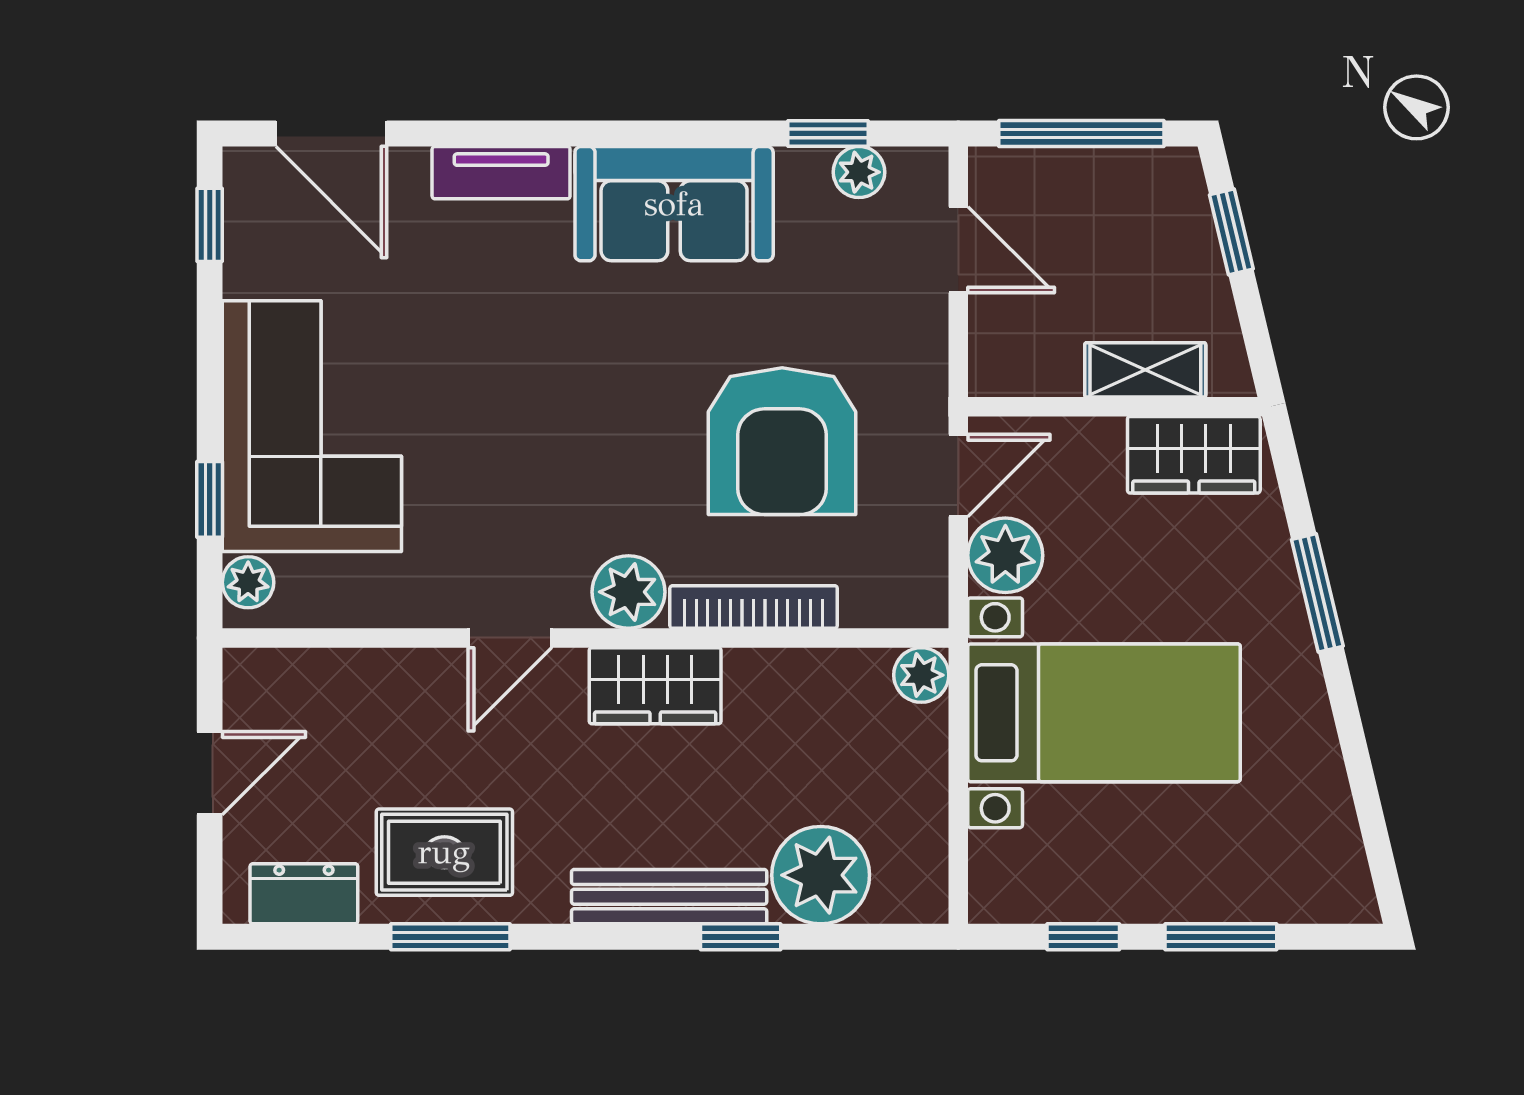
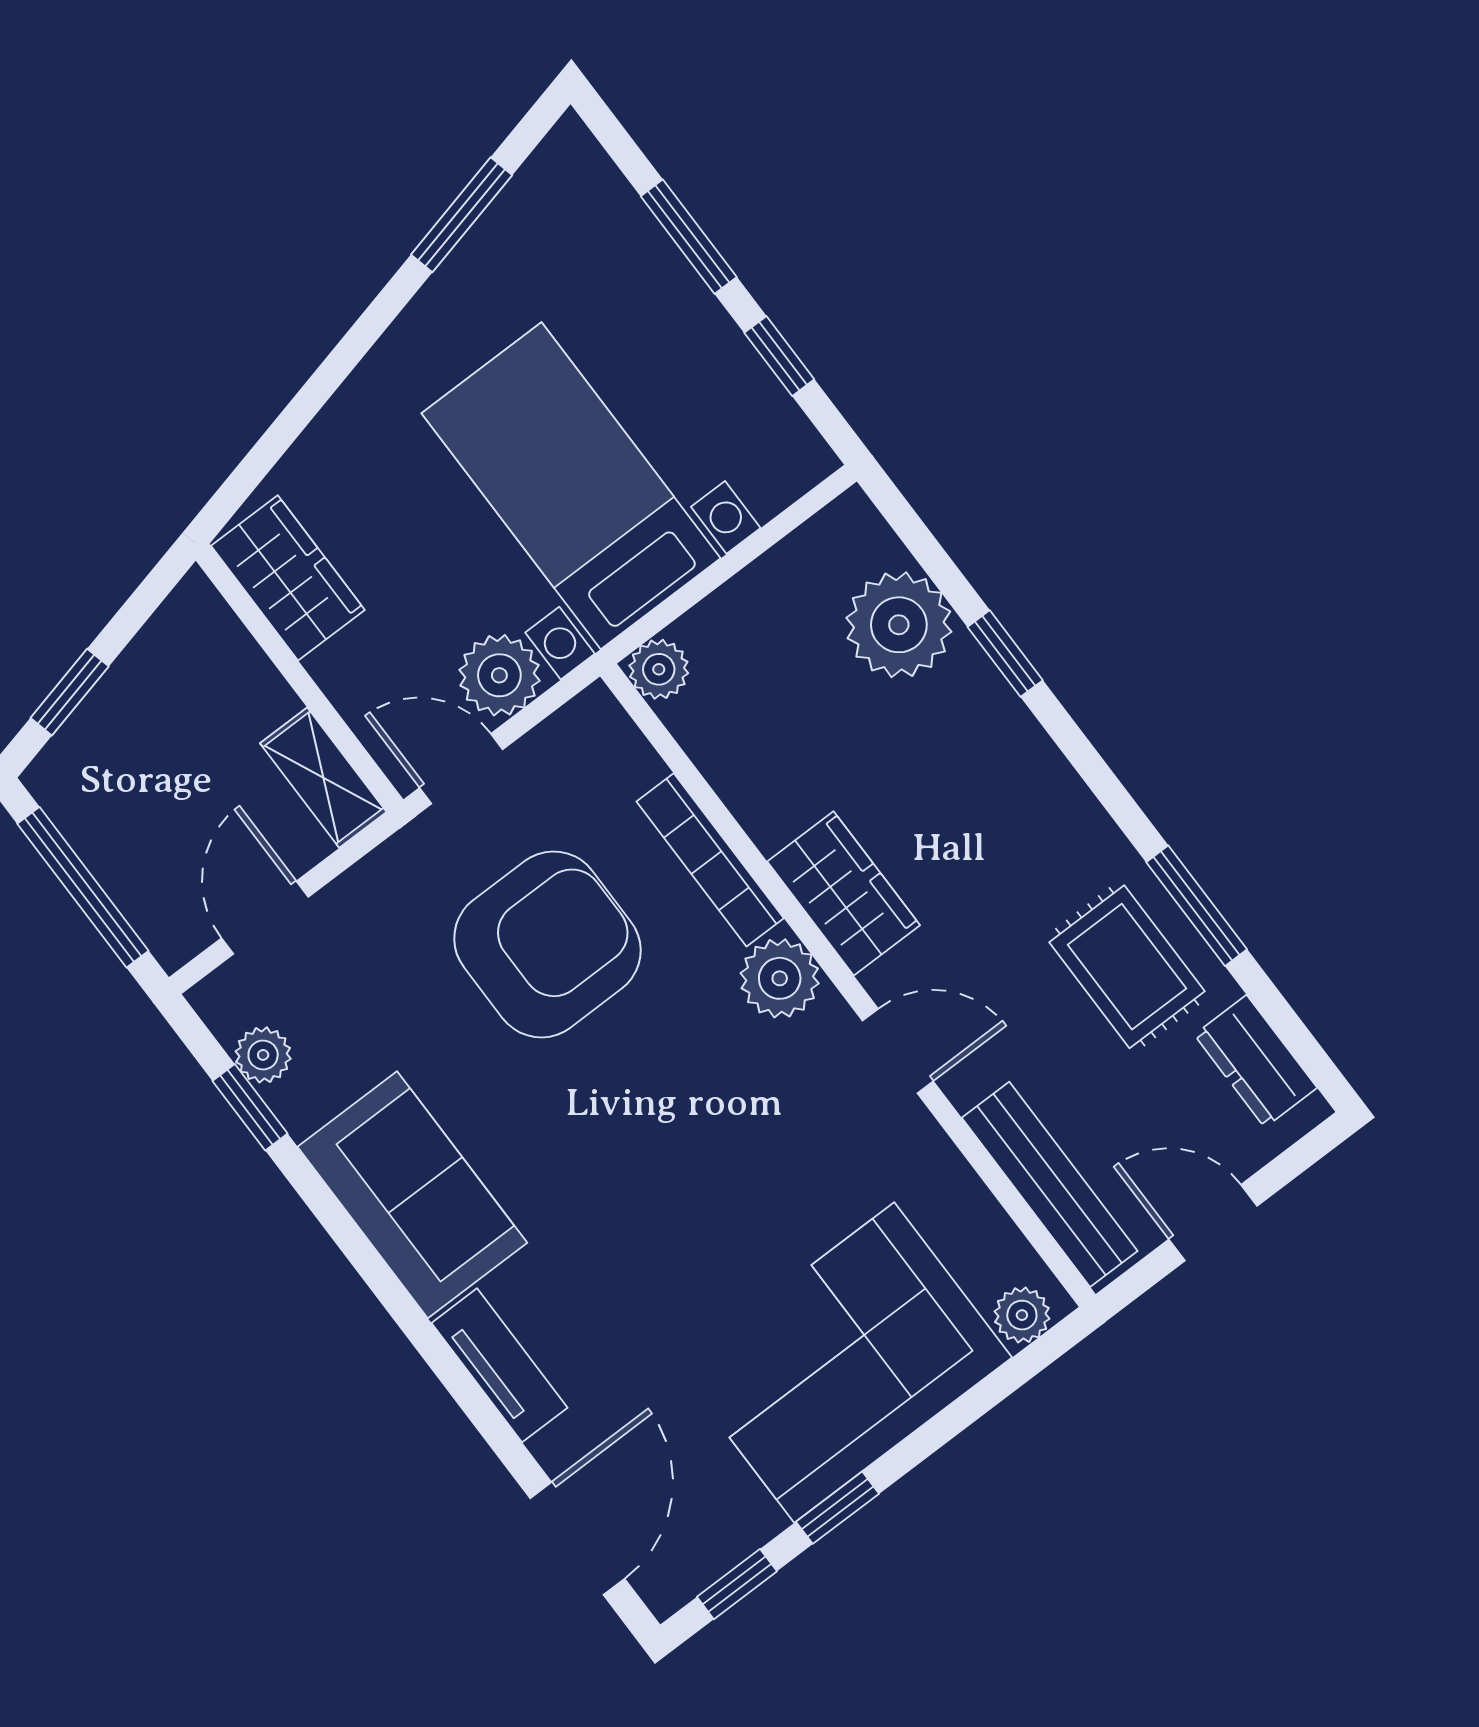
shelving: (1145, 370) -> (323, 778), moved
window: (210, 499) -> (838, 1508), moved
window: (1317, 593) -> (462, 215), moved
bench: (669, 897) -> (1050, 1184), moved

